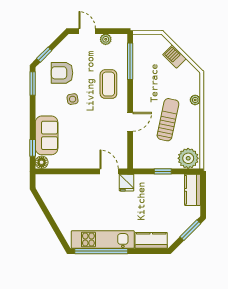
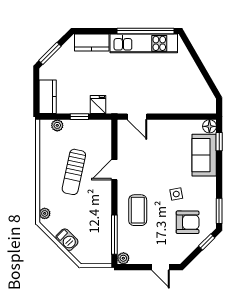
plant: (106, 39) -> (123, 258), moved
plant: (195, 100) -> (45, 213), moved
plant: (188, 158) -> (57, 125), width x0.53, depth x0.53
fridge: (127, 183) -> (98, 104), moved

